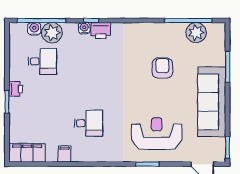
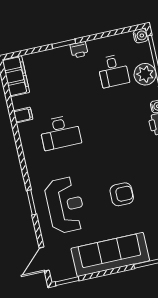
water cooler: (34, 29) -> (141, 36), moved
armchair: (162, 68) -> (122, 194), moved
desk: (88, 123) -> (60, 132), width x1.37

